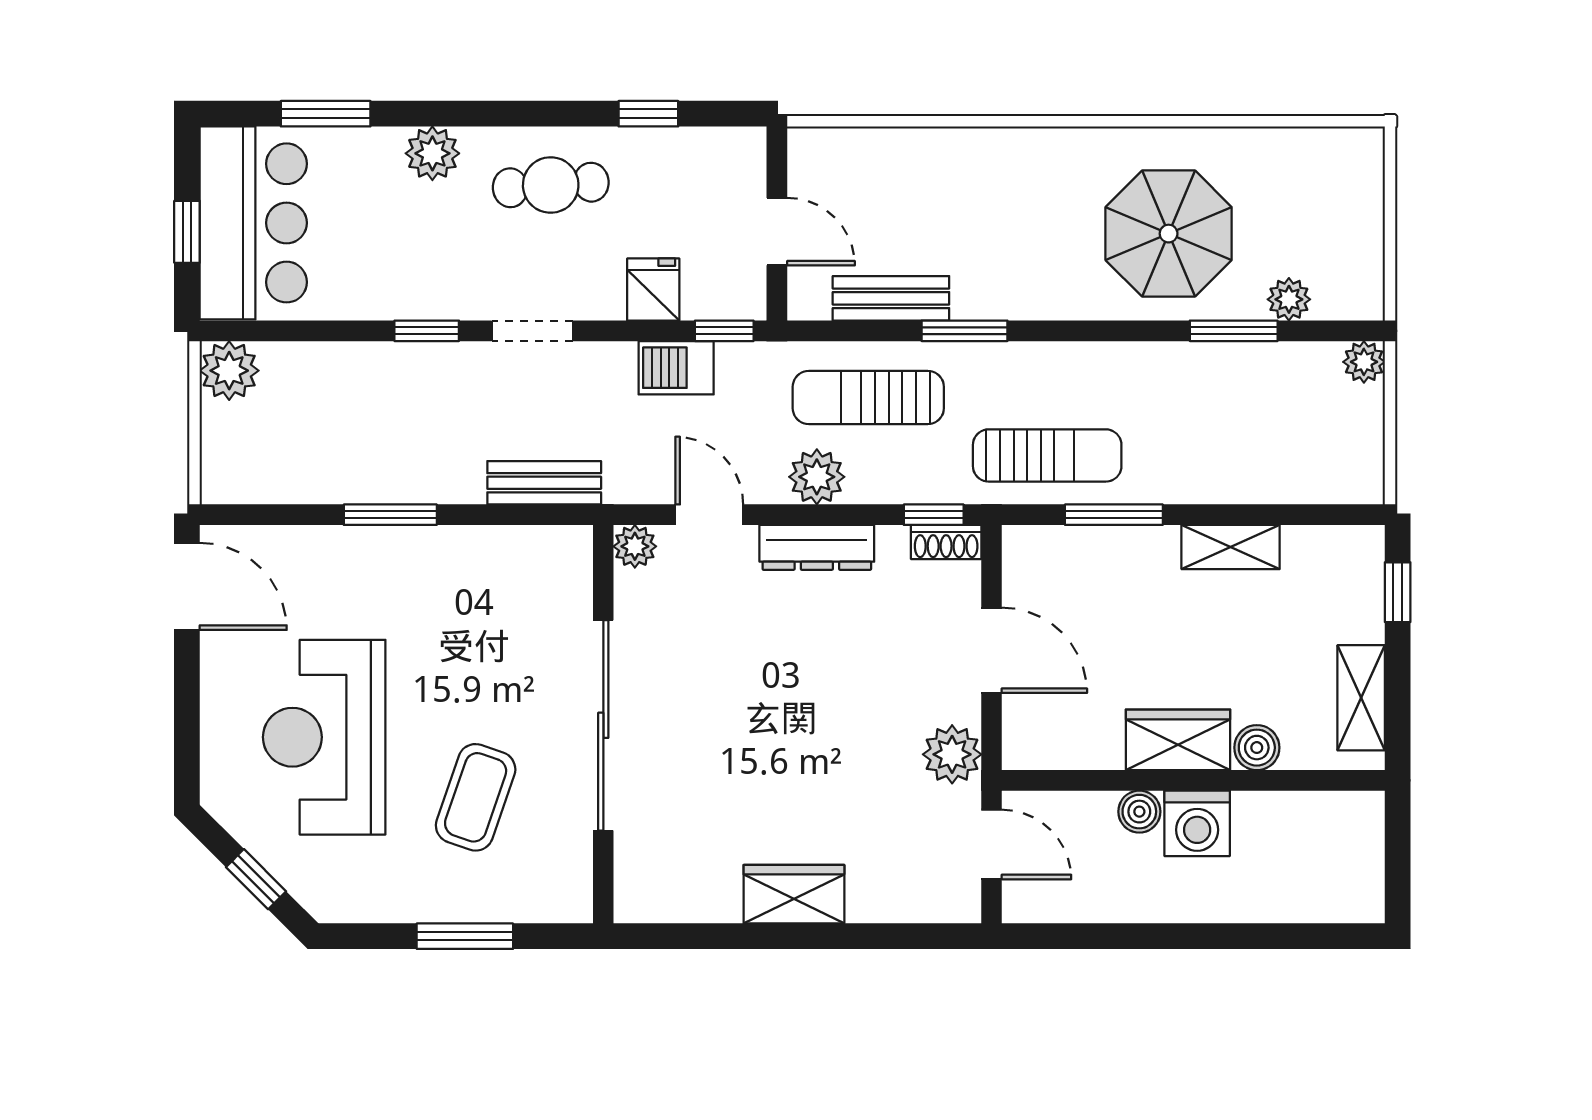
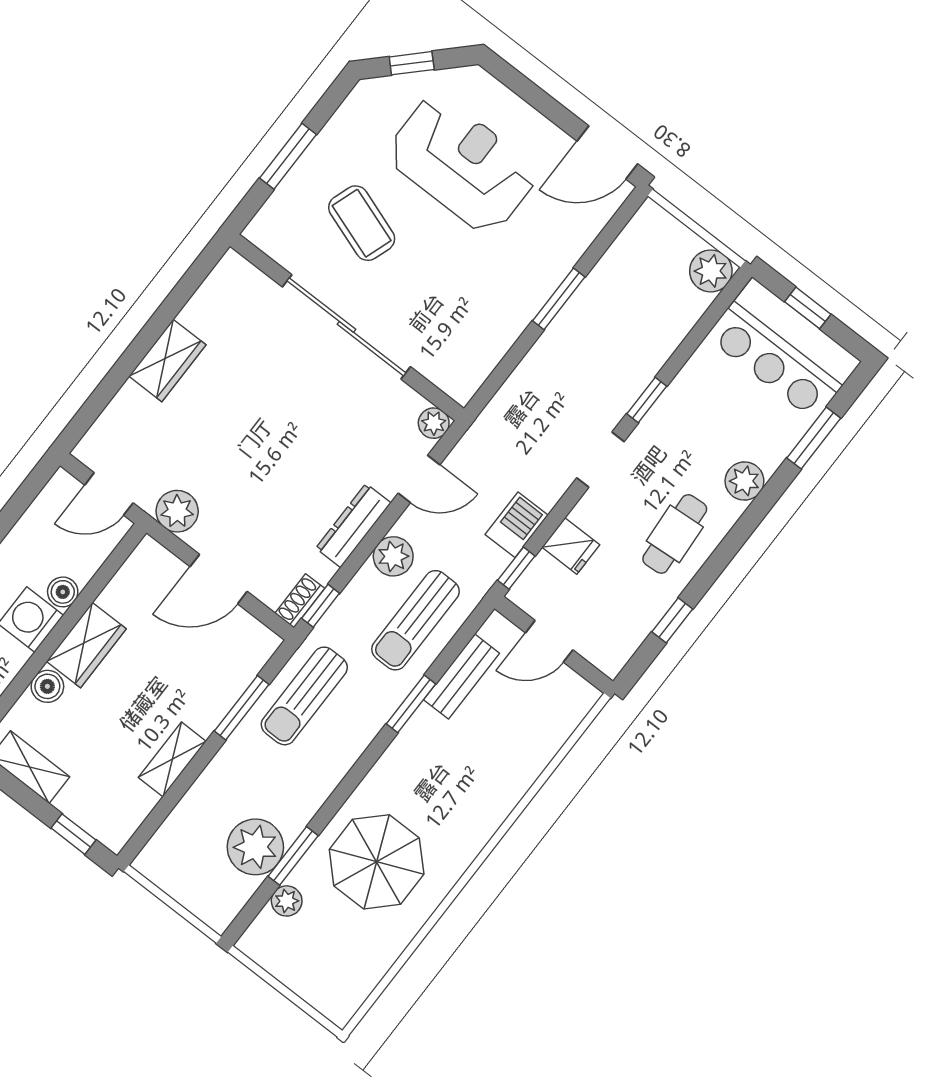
plant: (1364, 362) -> (255, 847), moved, width x1.88, depth x1.88
sun lounger: (868, 397) -> (416, 620), turned 180
bench: (544, 483) -> (509, 400), removed

